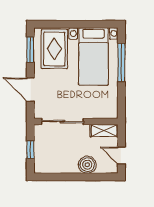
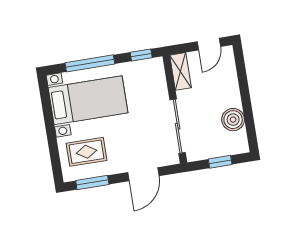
rug: (54, 49) -> (87, 152), width x0.73, depth x0.70
window: (121, 103) -> (141, 55), added
boiler: (87, 165) -> (233, 120), moved

